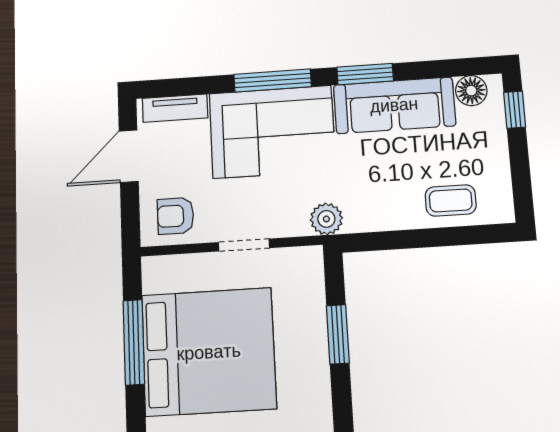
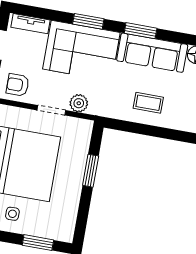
window: (273, 80) -> (88, 21), width x0.69
coffee table: (451, 200) -> (148, 103), moved
plant: (326, 219) -> (79, 103), moved

